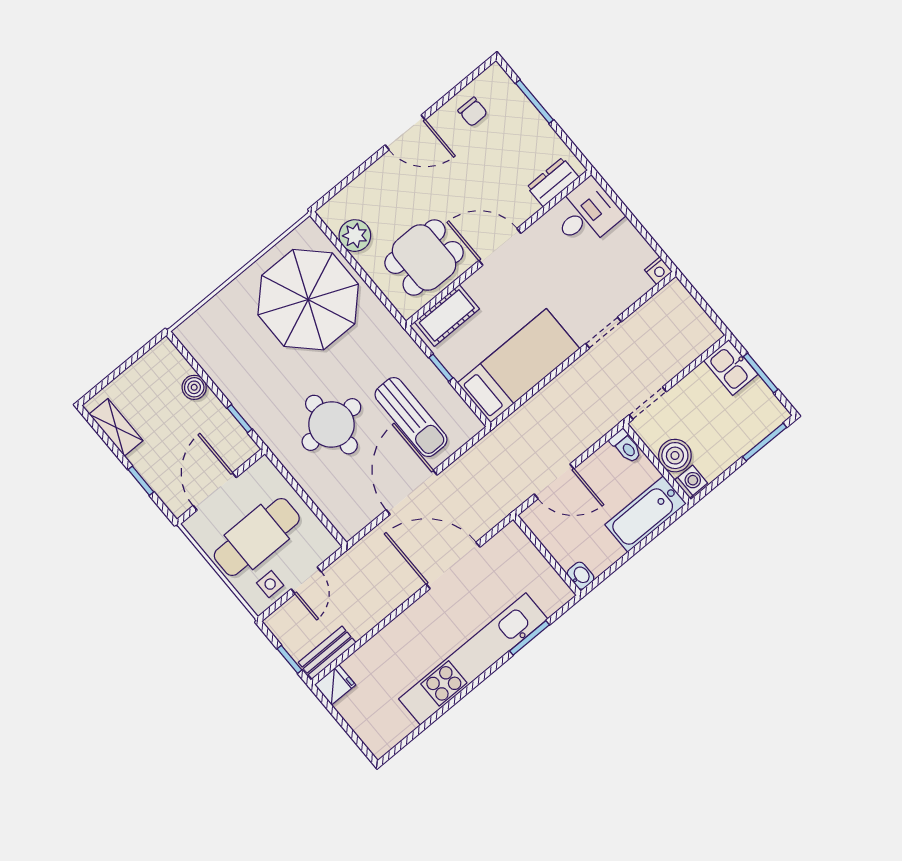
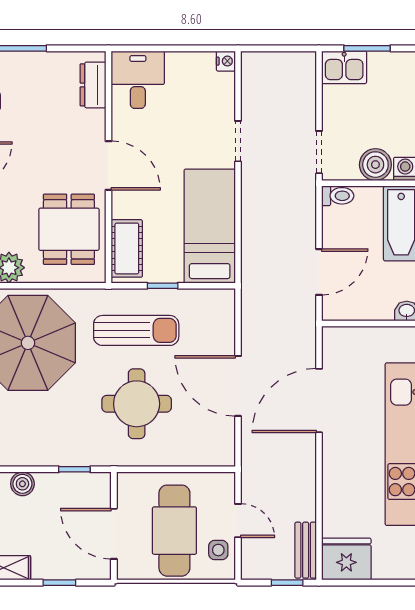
door: (500, 247) -> (109, 165), swing flipped
sun lounger: (411, 417) -> (136, 330), moved
fridge: (335, 685) -> (346, 559), width x1.88, depth x1.34

